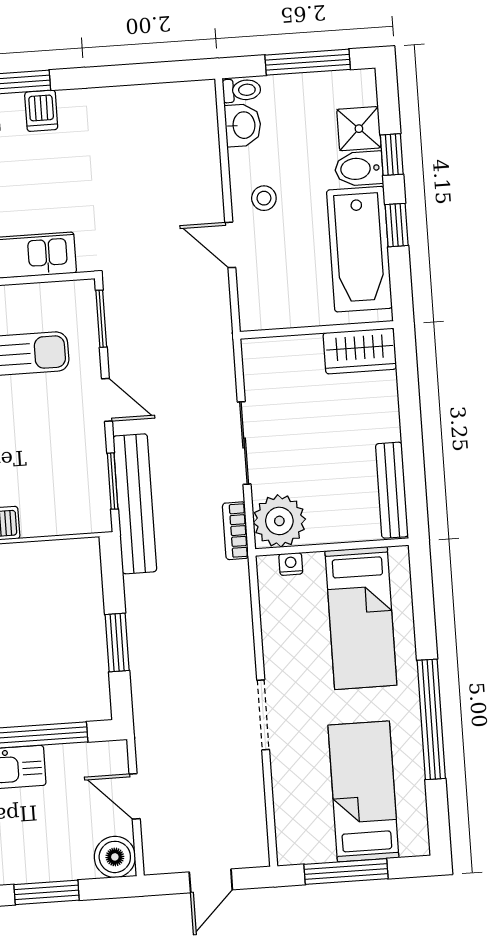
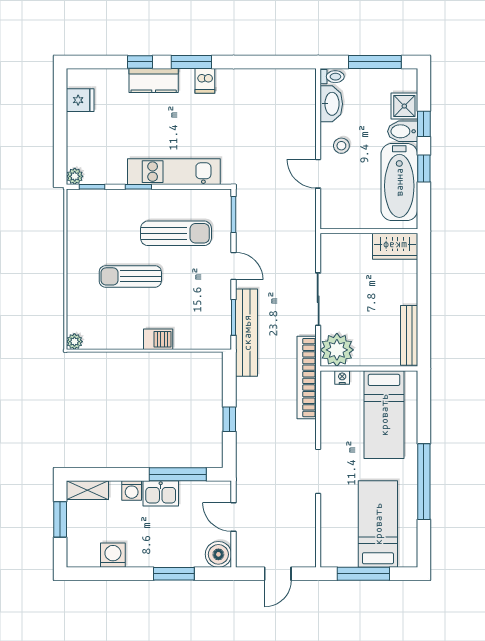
washbasin: (243, 125) -> (331, 104), width x1.38
bookcase: (236, 531) -> (307, 378), width x2.31, depth x1.31
window: (117, 642) -> (229, 419), width x0.67

